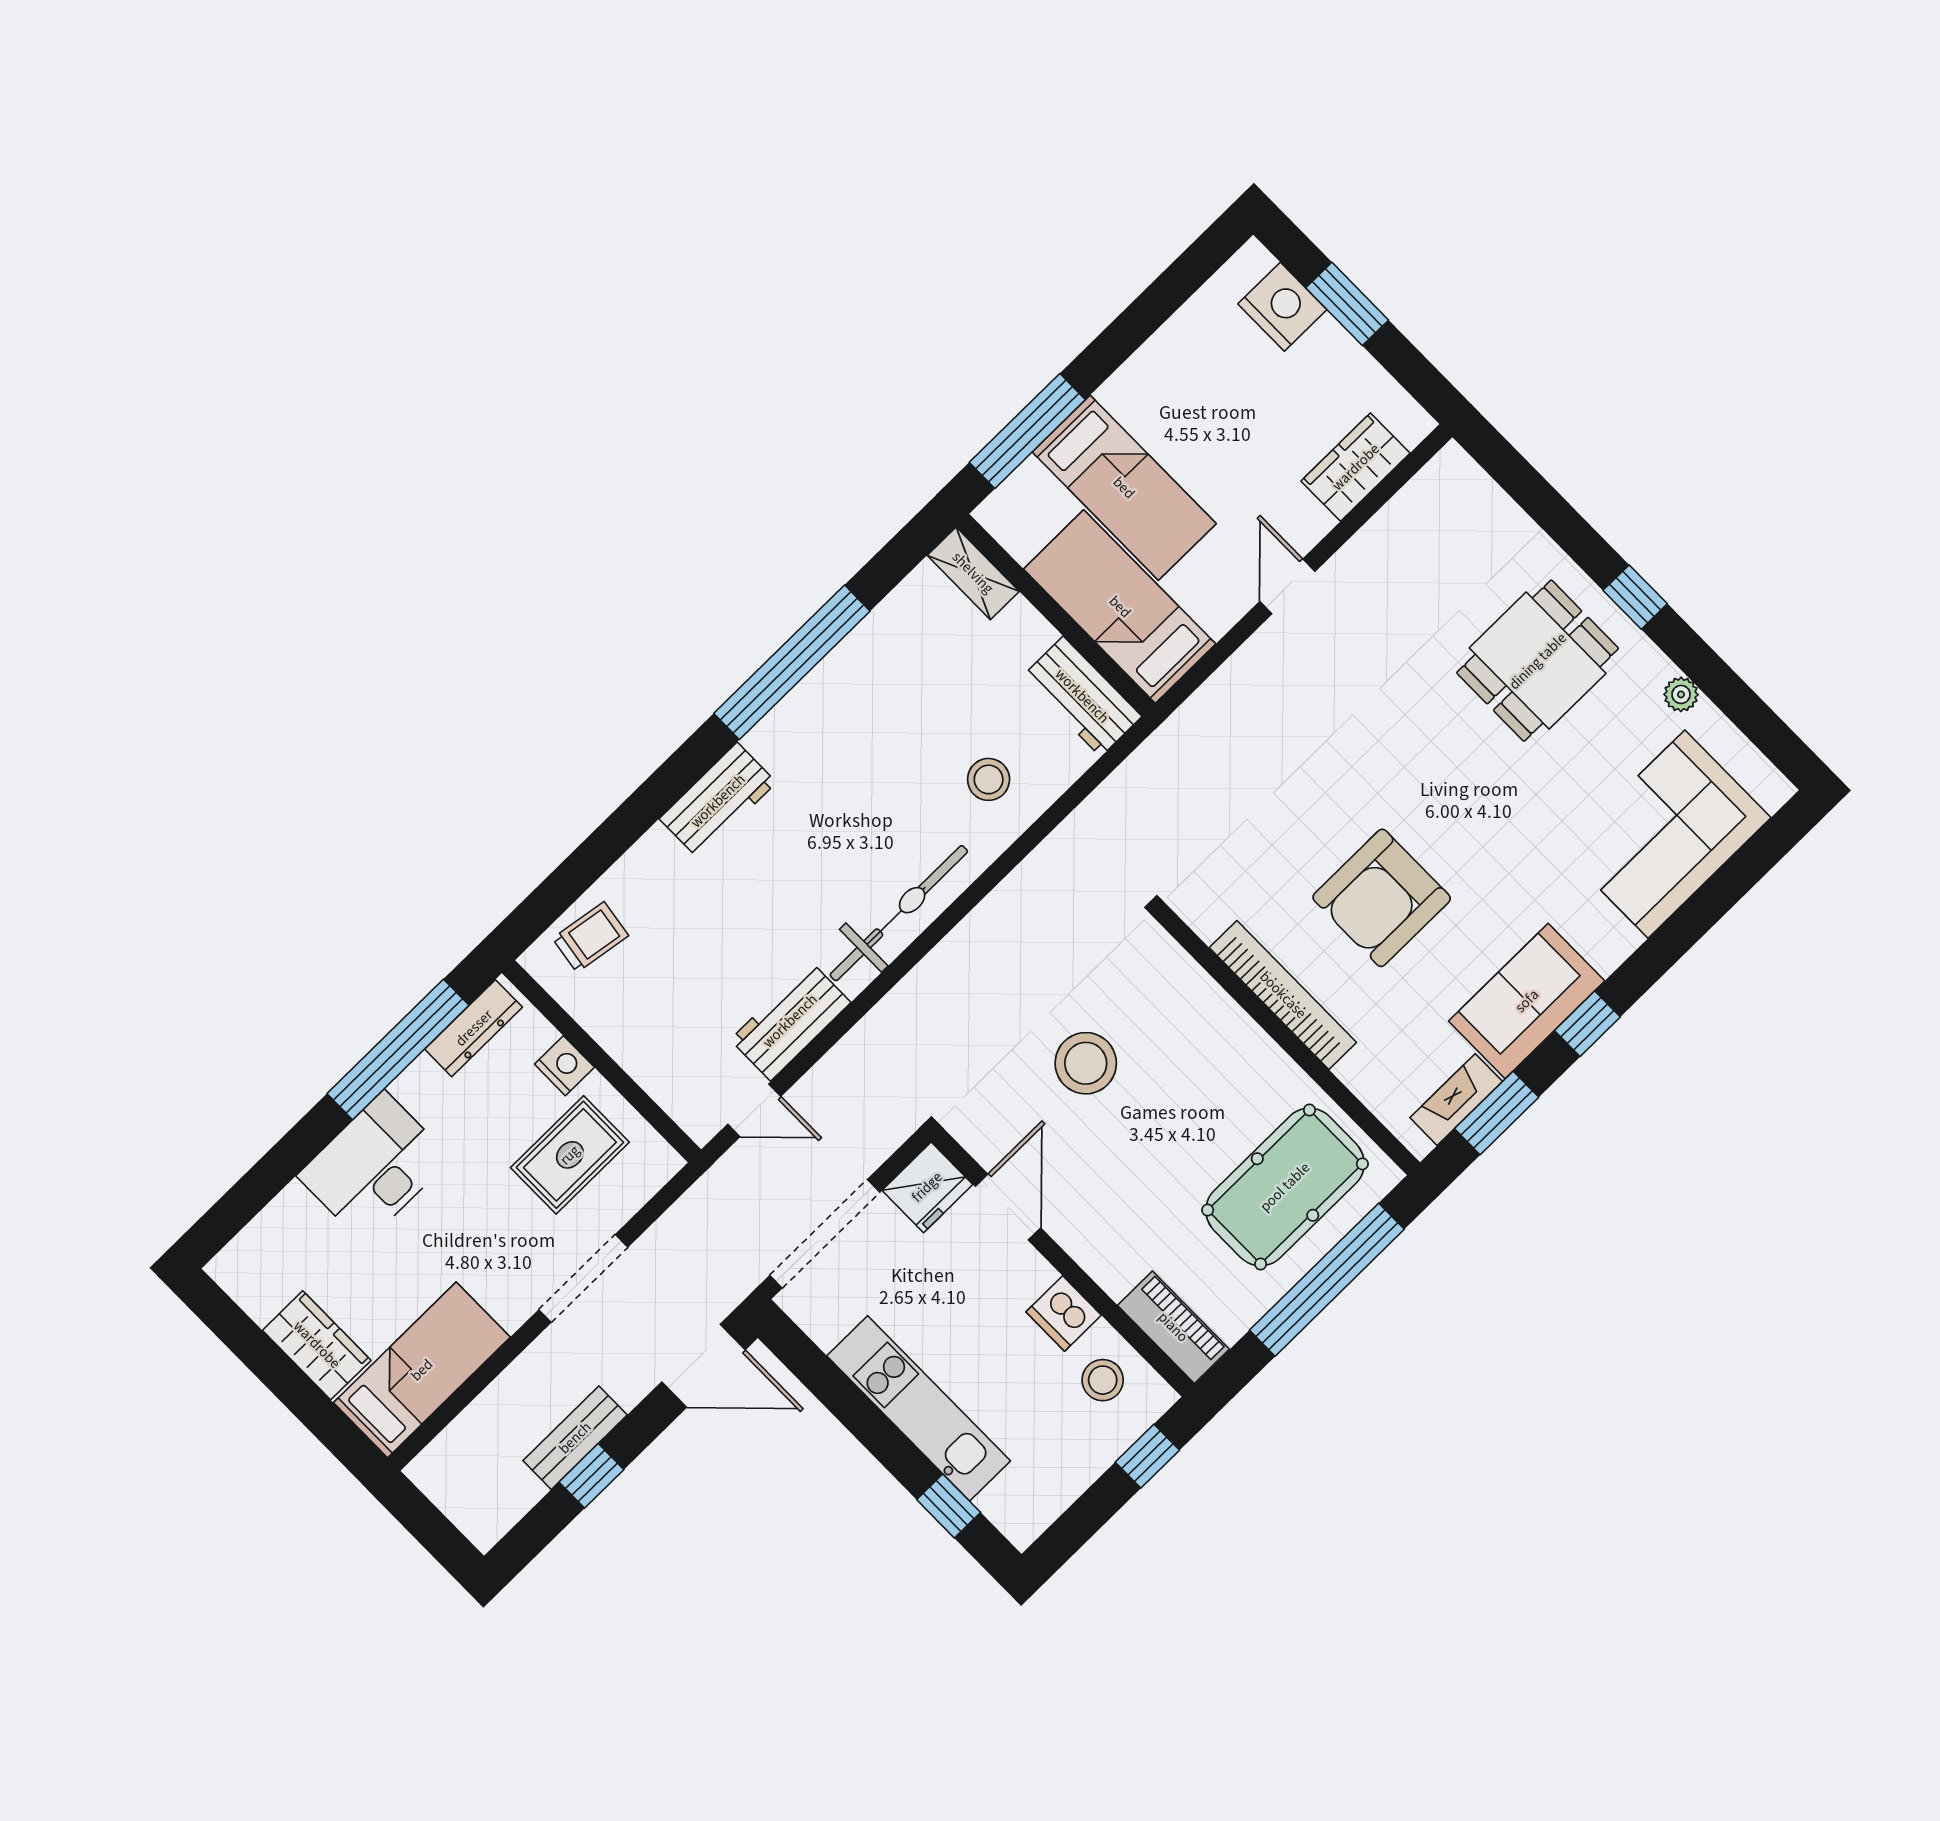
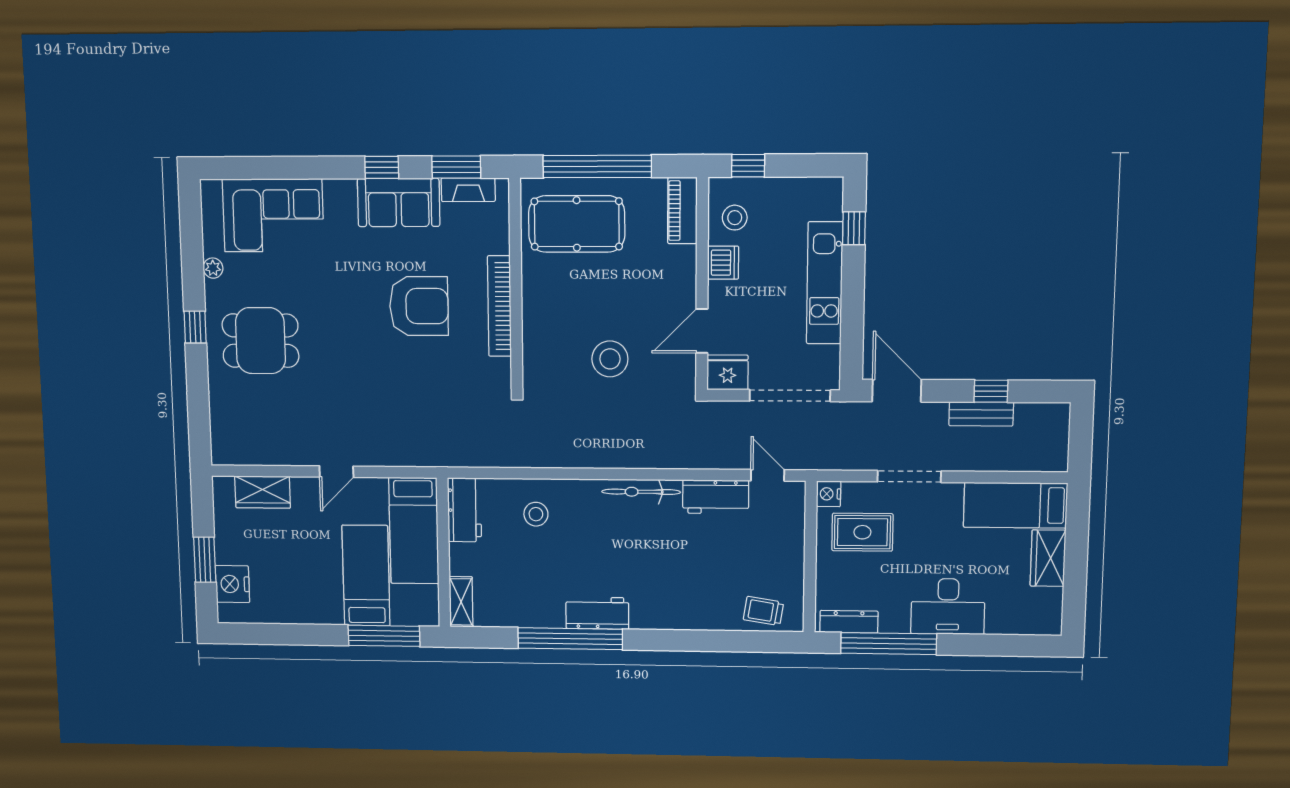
workbench: (718, 801) -> (597, 613), moved
bicycle: (899, 913) -> (641, 492), width x0.73, depth x0.71
nightstand: (564, 1066) -> (829, 494), moved

